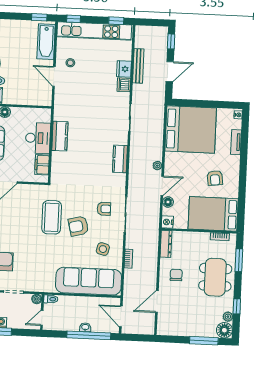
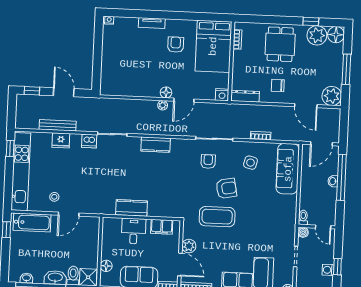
window: (74, 19) -> (8, 193), removed
dishwasher: (124, 85) -> (89, 141), moved
bed: (191, 129) -> (125, 70), removed
desk: (38, 138) -> (134, 231), width x0.73
tv unit: (236, 142) -> (152, 23), moved
armchair: (215, 178) -> (176, 45), turned -83
door: (162, 186) -> (184, 100), swing flipped
plant: (24, 190) -> (189, 246), added
floor lamp: (168, 202) -> (166, 92), moved
armchair: (78, 226) -> (226, 188), turned -87
window: (239, 260) -> (262, 19), removed
dining table: (215, 277) -> (280, 44), width x0.73
sofa: (89, 281) -> (288, 169), width x0.74, depth x0.79
plant: (228, 317) -> (317, 35), width x1.87, depth x1.87
plant: (166, 326) -> (332, 96), added
window: (204, 341) -> (346, 69), moved

